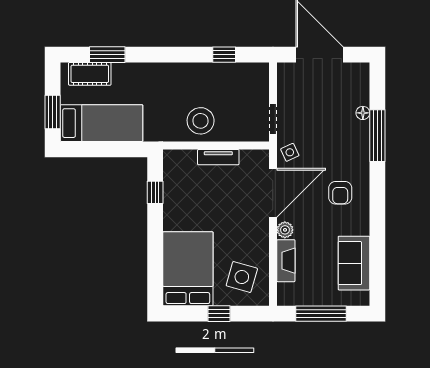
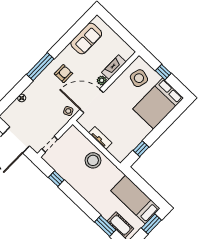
doorway: (273, 119) -> (50, 144), moved
window: (377, 136) -> (40, 67), moved
window: (321, 314) -> (121, 31), removed

